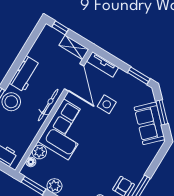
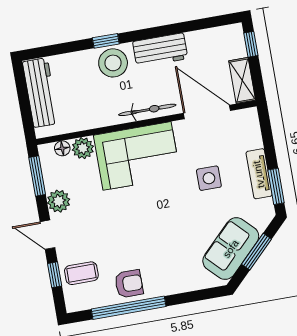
tv unit: (103, 64) -> (259, 174), moved
door: (74, 77) -> (207, 112), swing flipped

